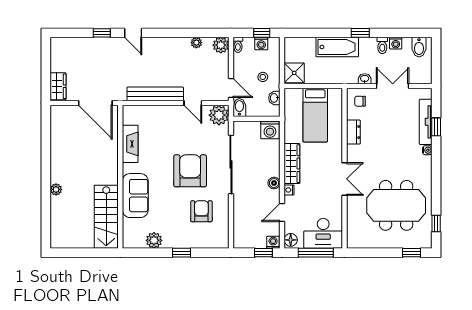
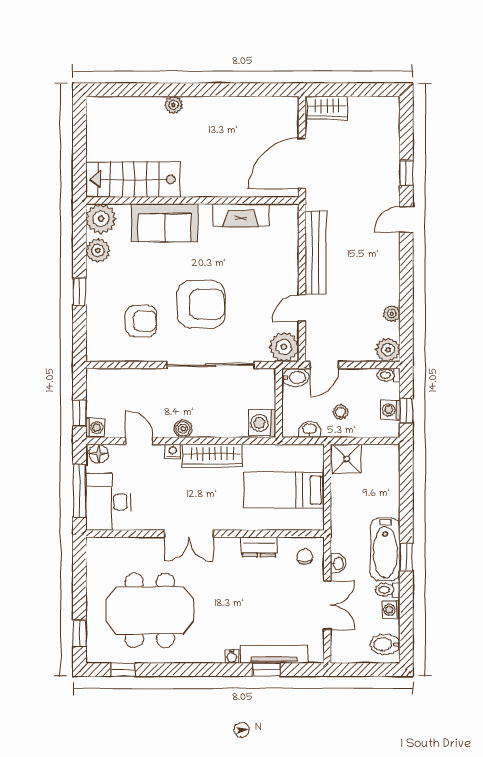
bathtub: (337, 47) -> (385, 549), moved
meeting table: (396, 205) -> (150, 610), turned 90
plant: (133, 238) -> (101, 219), added

